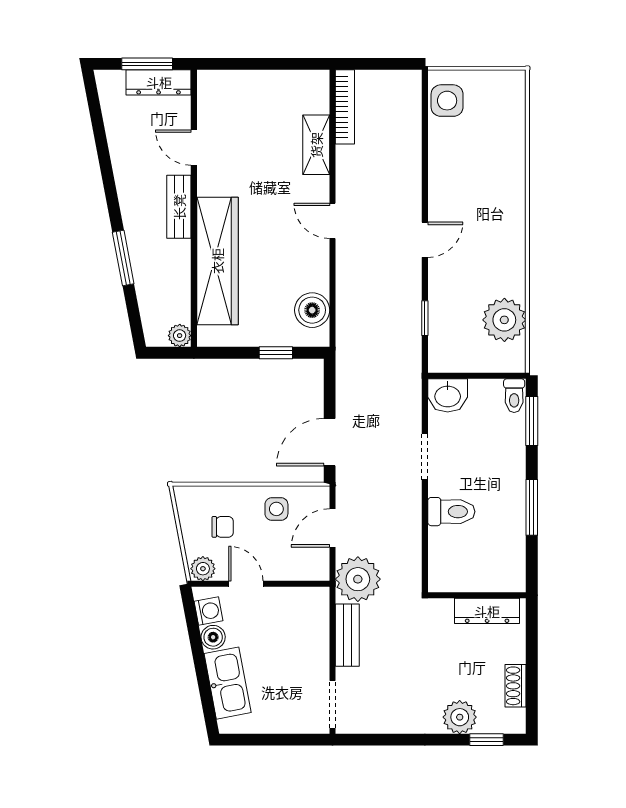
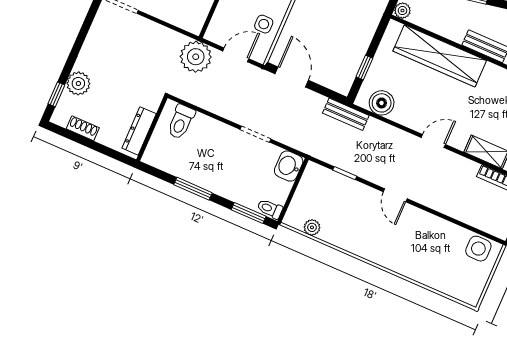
plant: (504, 320) -> (312, 227), width x0.53, depth x0.53
toilet: (451, 512) -> (181, 122), moved
door: (332, 528) -> (236, 55), hinge flipped
bench: (347, 635) -> (346, 114), moved

